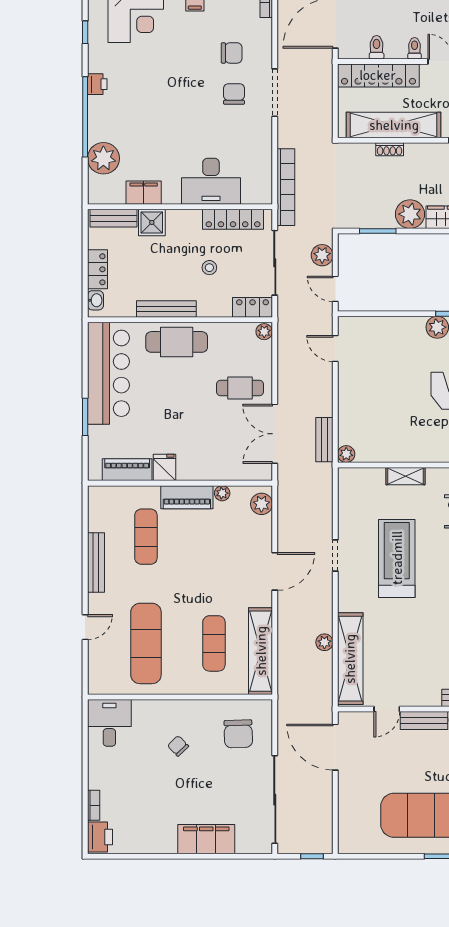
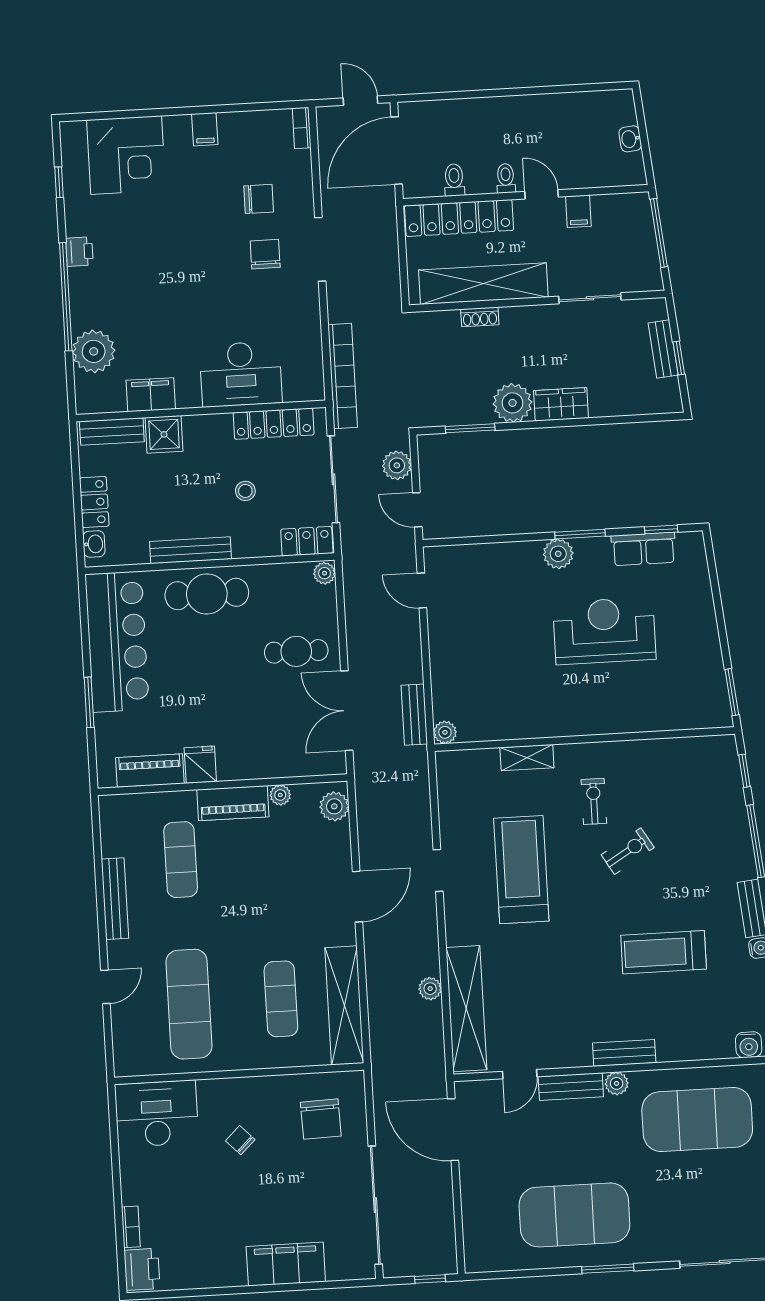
desk: (109, 723) -> (157, 1114), width x1.37

